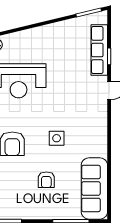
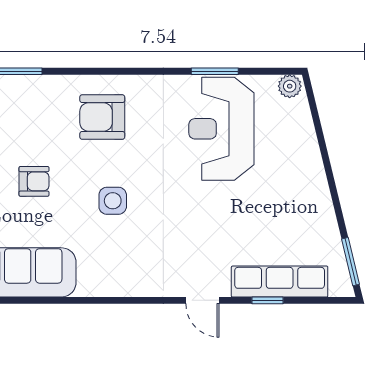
armchair: (46, 180) -> (34, 181), turned 180

